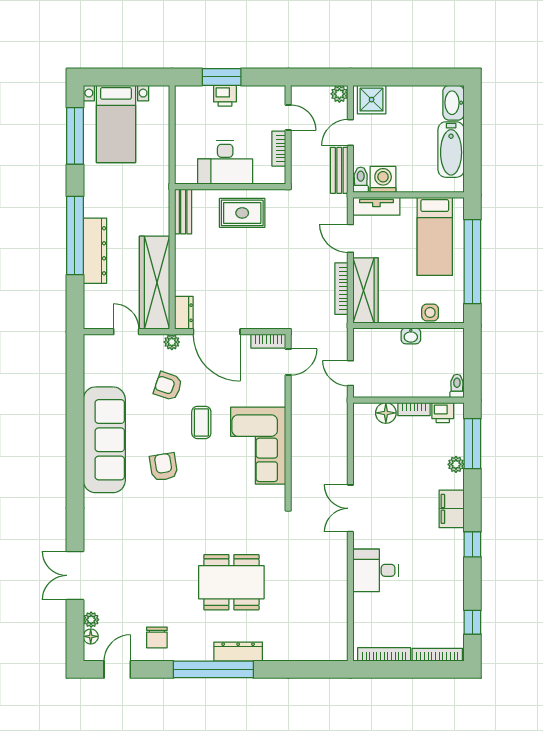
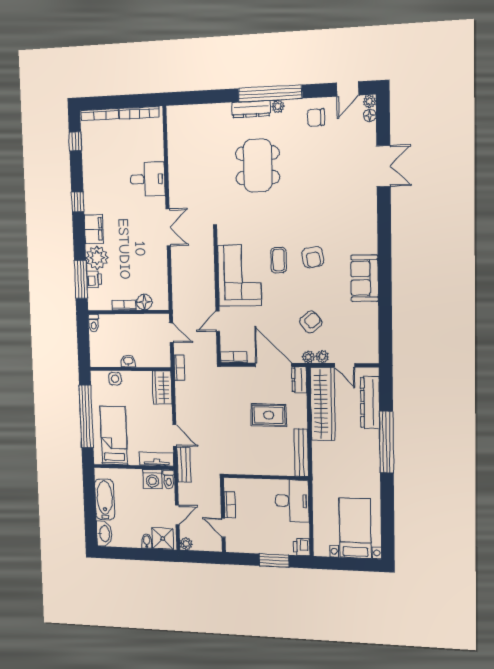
bidet: (394, 95) -> (147, 541), added
printer: (225, 96) -> (302, 547), moved, turned -90
window: (75, 136) -> (387, 520), removed
desk: (225, 162) -> (292, 501), moved, turned 90
bench: (339, 170) -> (184, 465), moved
bench: (183, 211) -> (301, 453), width x1.36
rug: (242, 213) -> (269, 415), moved
dresser: (95, 251) -> (370, 403), moved
bookcase: (341, 289) -> (179, 368), moved, width x0.64
wardrobe: (366, 290) -> (162, 388), width x0.67
plant: (154, 342) -> (322, 357), added
door: (288, 362) -> (218, 321), moved
armchair: (168, 386) -> (311, 322), turned -58
printer: (443, 413) -> (94, 279), moved, turned 90
coffee table: (201, 422) -> (279, 260), moved
sofa: (104, 440) -> (364, 278), width x0.54, depth x0.79
plant: (456, 464) -> (97, 258), width x1.87, depth x1.87
dining table: (231, 582) -> (258, 165), turned 90
plant: (91, 620) -> (369, 101), moved
chair: (157, 637) -> (316, 117), turned -90
plant: (204, 653) -> (278, 106), added

